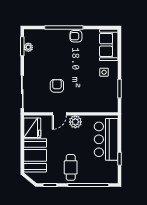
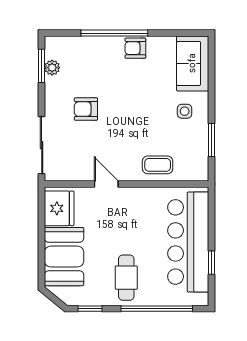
armchair: (57, 86) -> (86, 109), moved, turned -90
coffee table: (89, 103) -> (158, 165), added
door: (59, 114) -> (106, 184), swing flipped
plant: (75, 122) -> (134, 198), removed
bar counter: (106, 139) -> (188, 242), width x1.36

